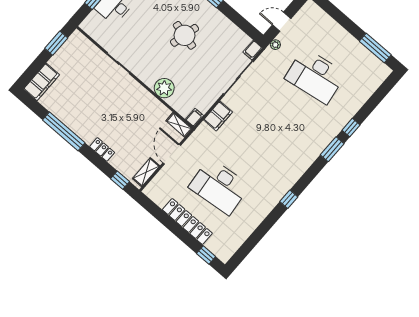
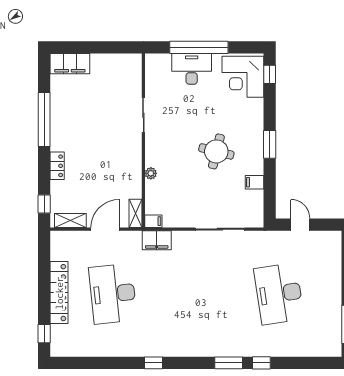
window: (56, 43) -> (114, 47), removed
plant: (275, 45) -> (276, 236), removed
filing cabinet: (253, 50) -> (254, 182), moved
plant: (164, 88) -> (151, 173), width x0.53, depth x0.53
filing cabinet: (218, 116) -> (157, 240), moved

